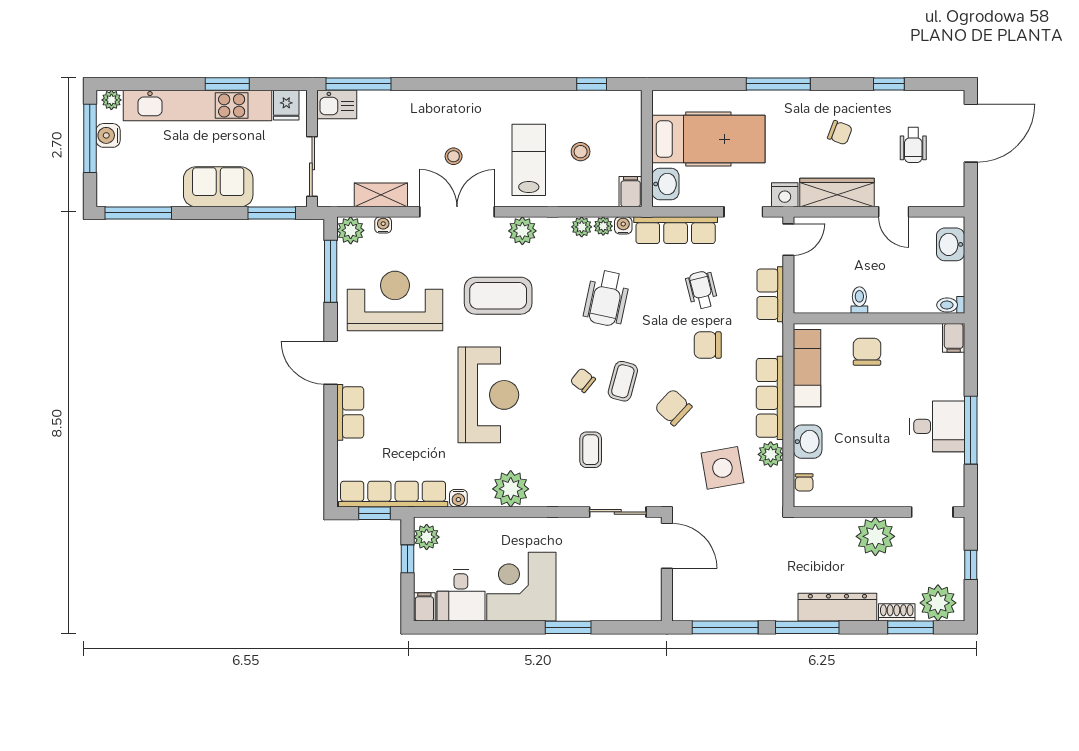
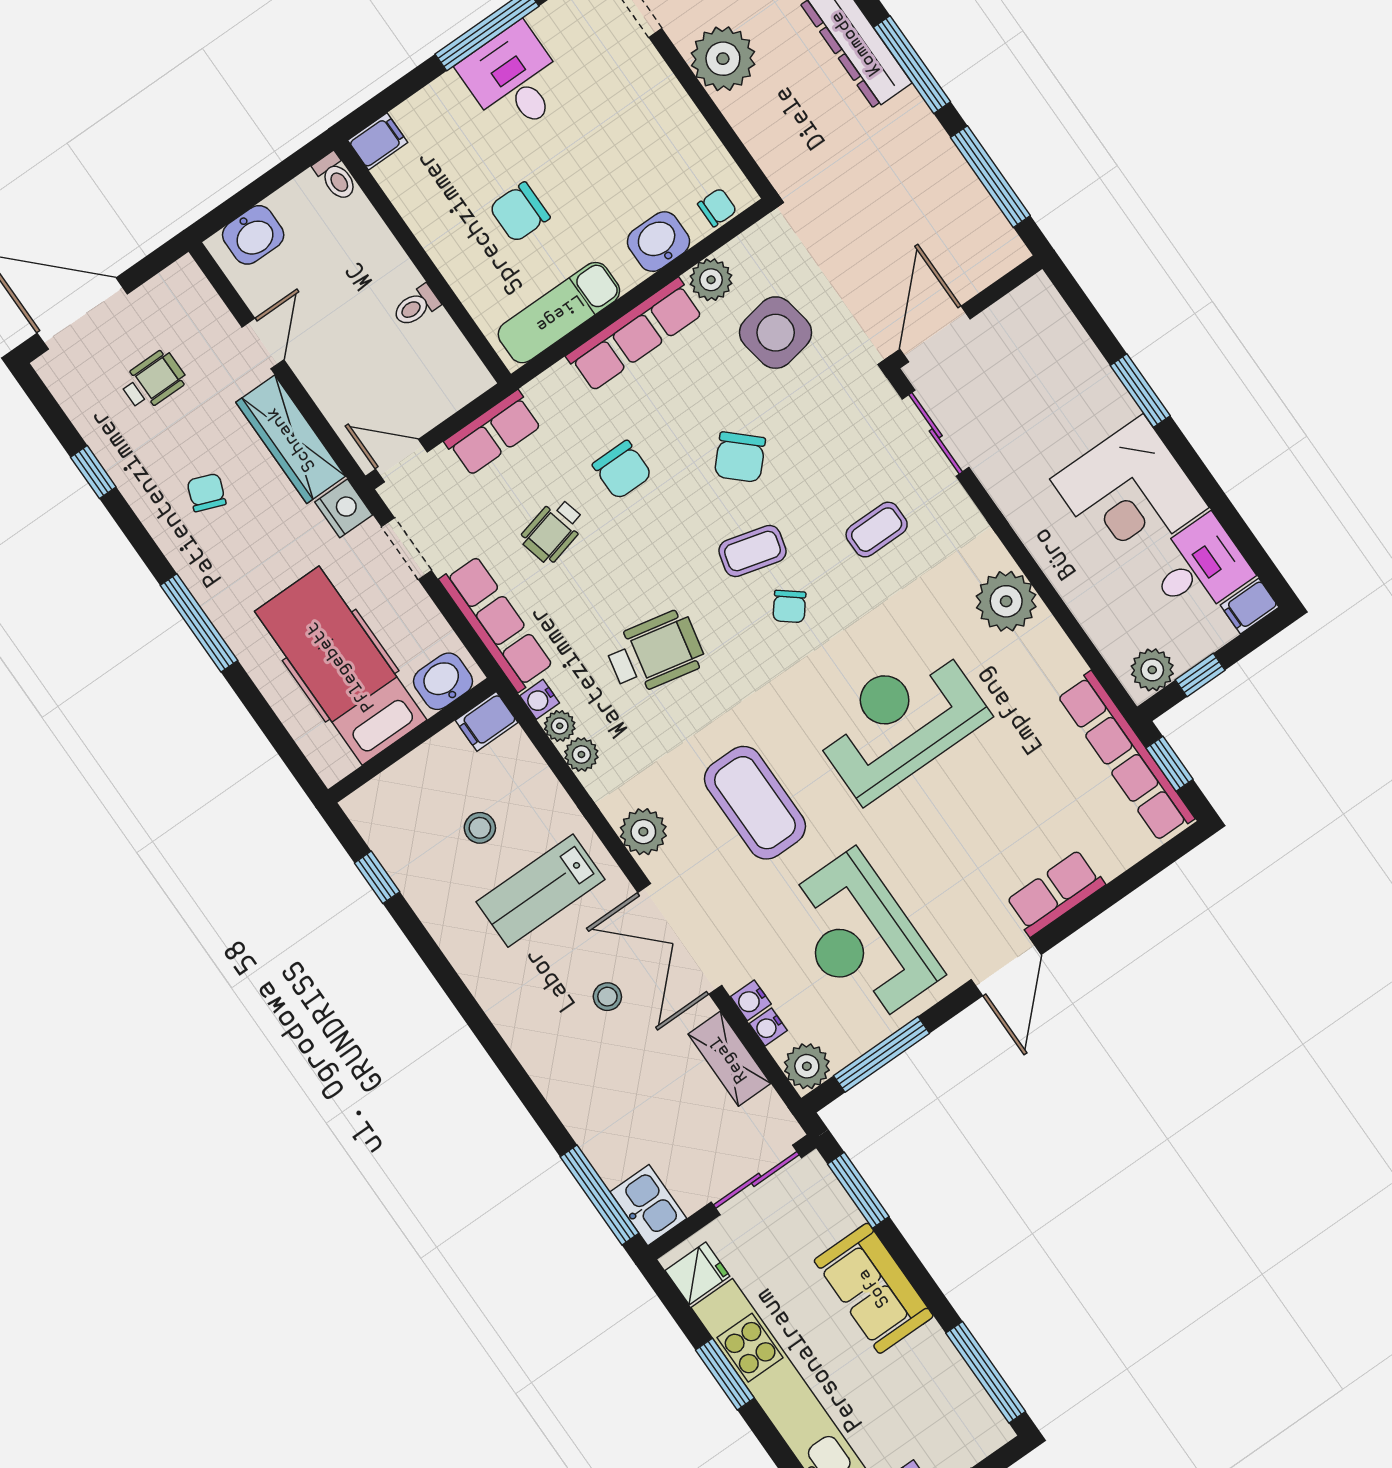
chair: (867, 352) -> (520, 212), moved
water cooler: (458, 498) -> (751, 1000), moved, turned 180

